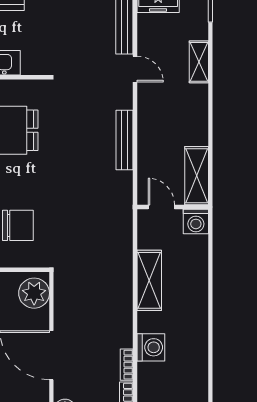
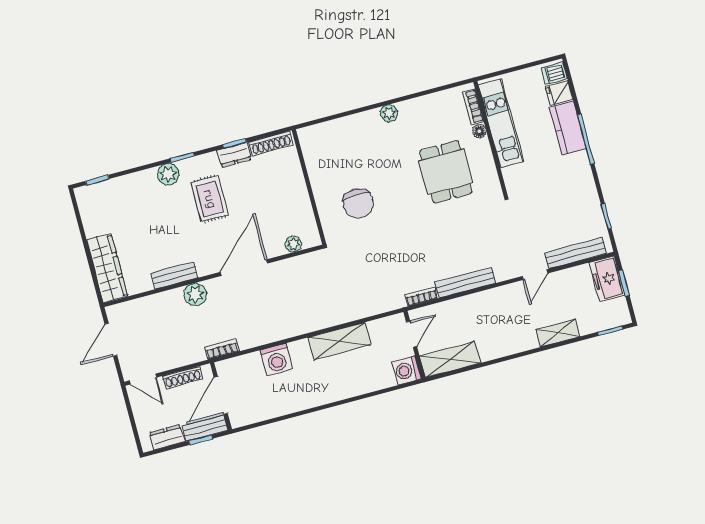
plant: (34, 293) -> (293, 244), width x0.53, depth x0.53
bookcase: (127, 365) -> (421, 297), moved

